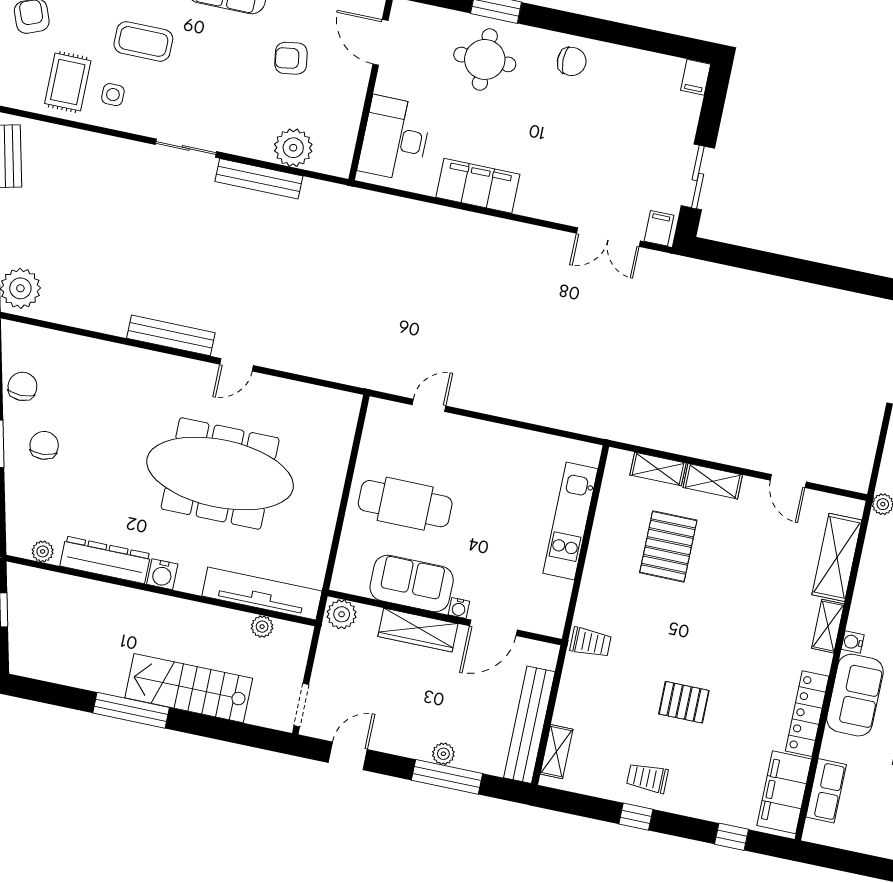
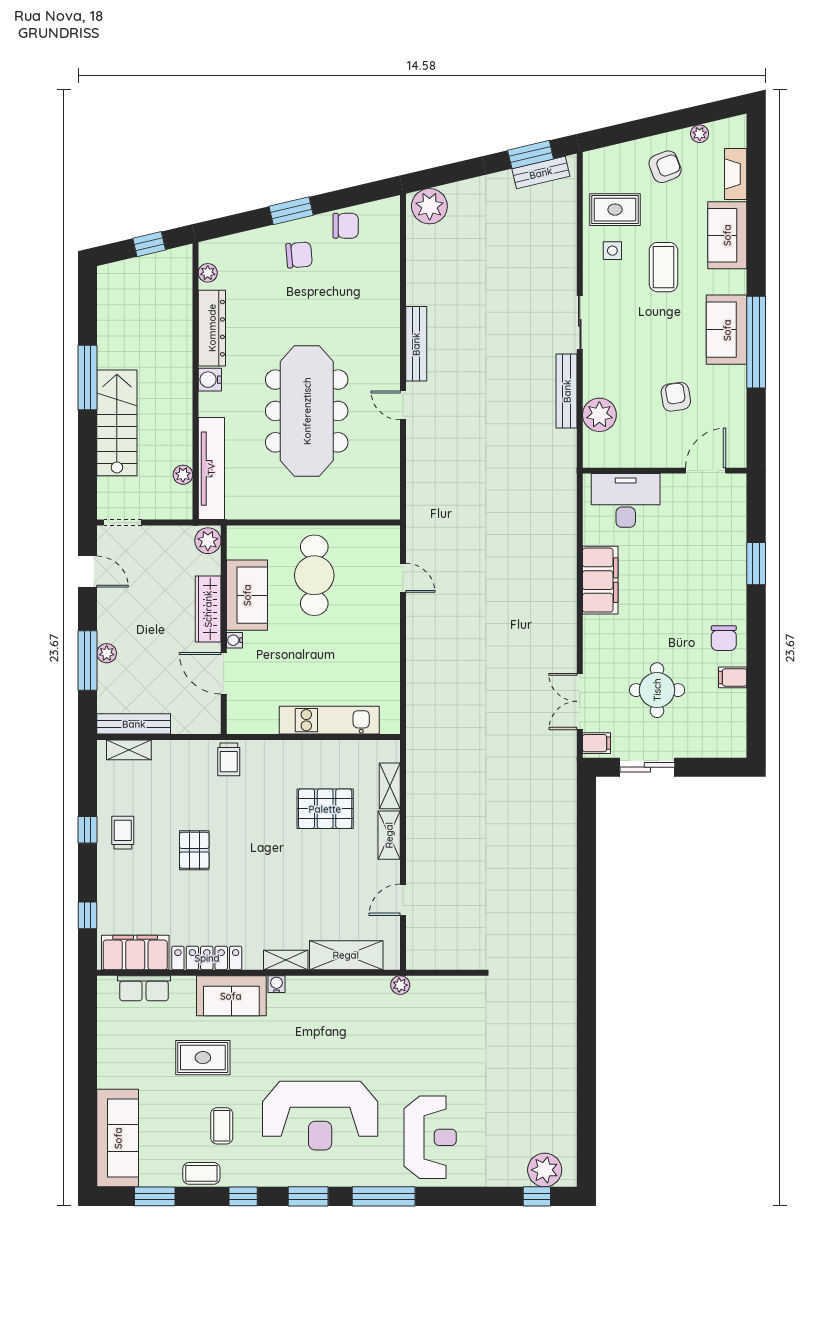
round table: (485, 59) -> (657, 690), moved
filing cabinet: (696, 77) -> (733, 677), moved
bench: (529, 725) -> (134, 724), width x0.73, depth x0.82

